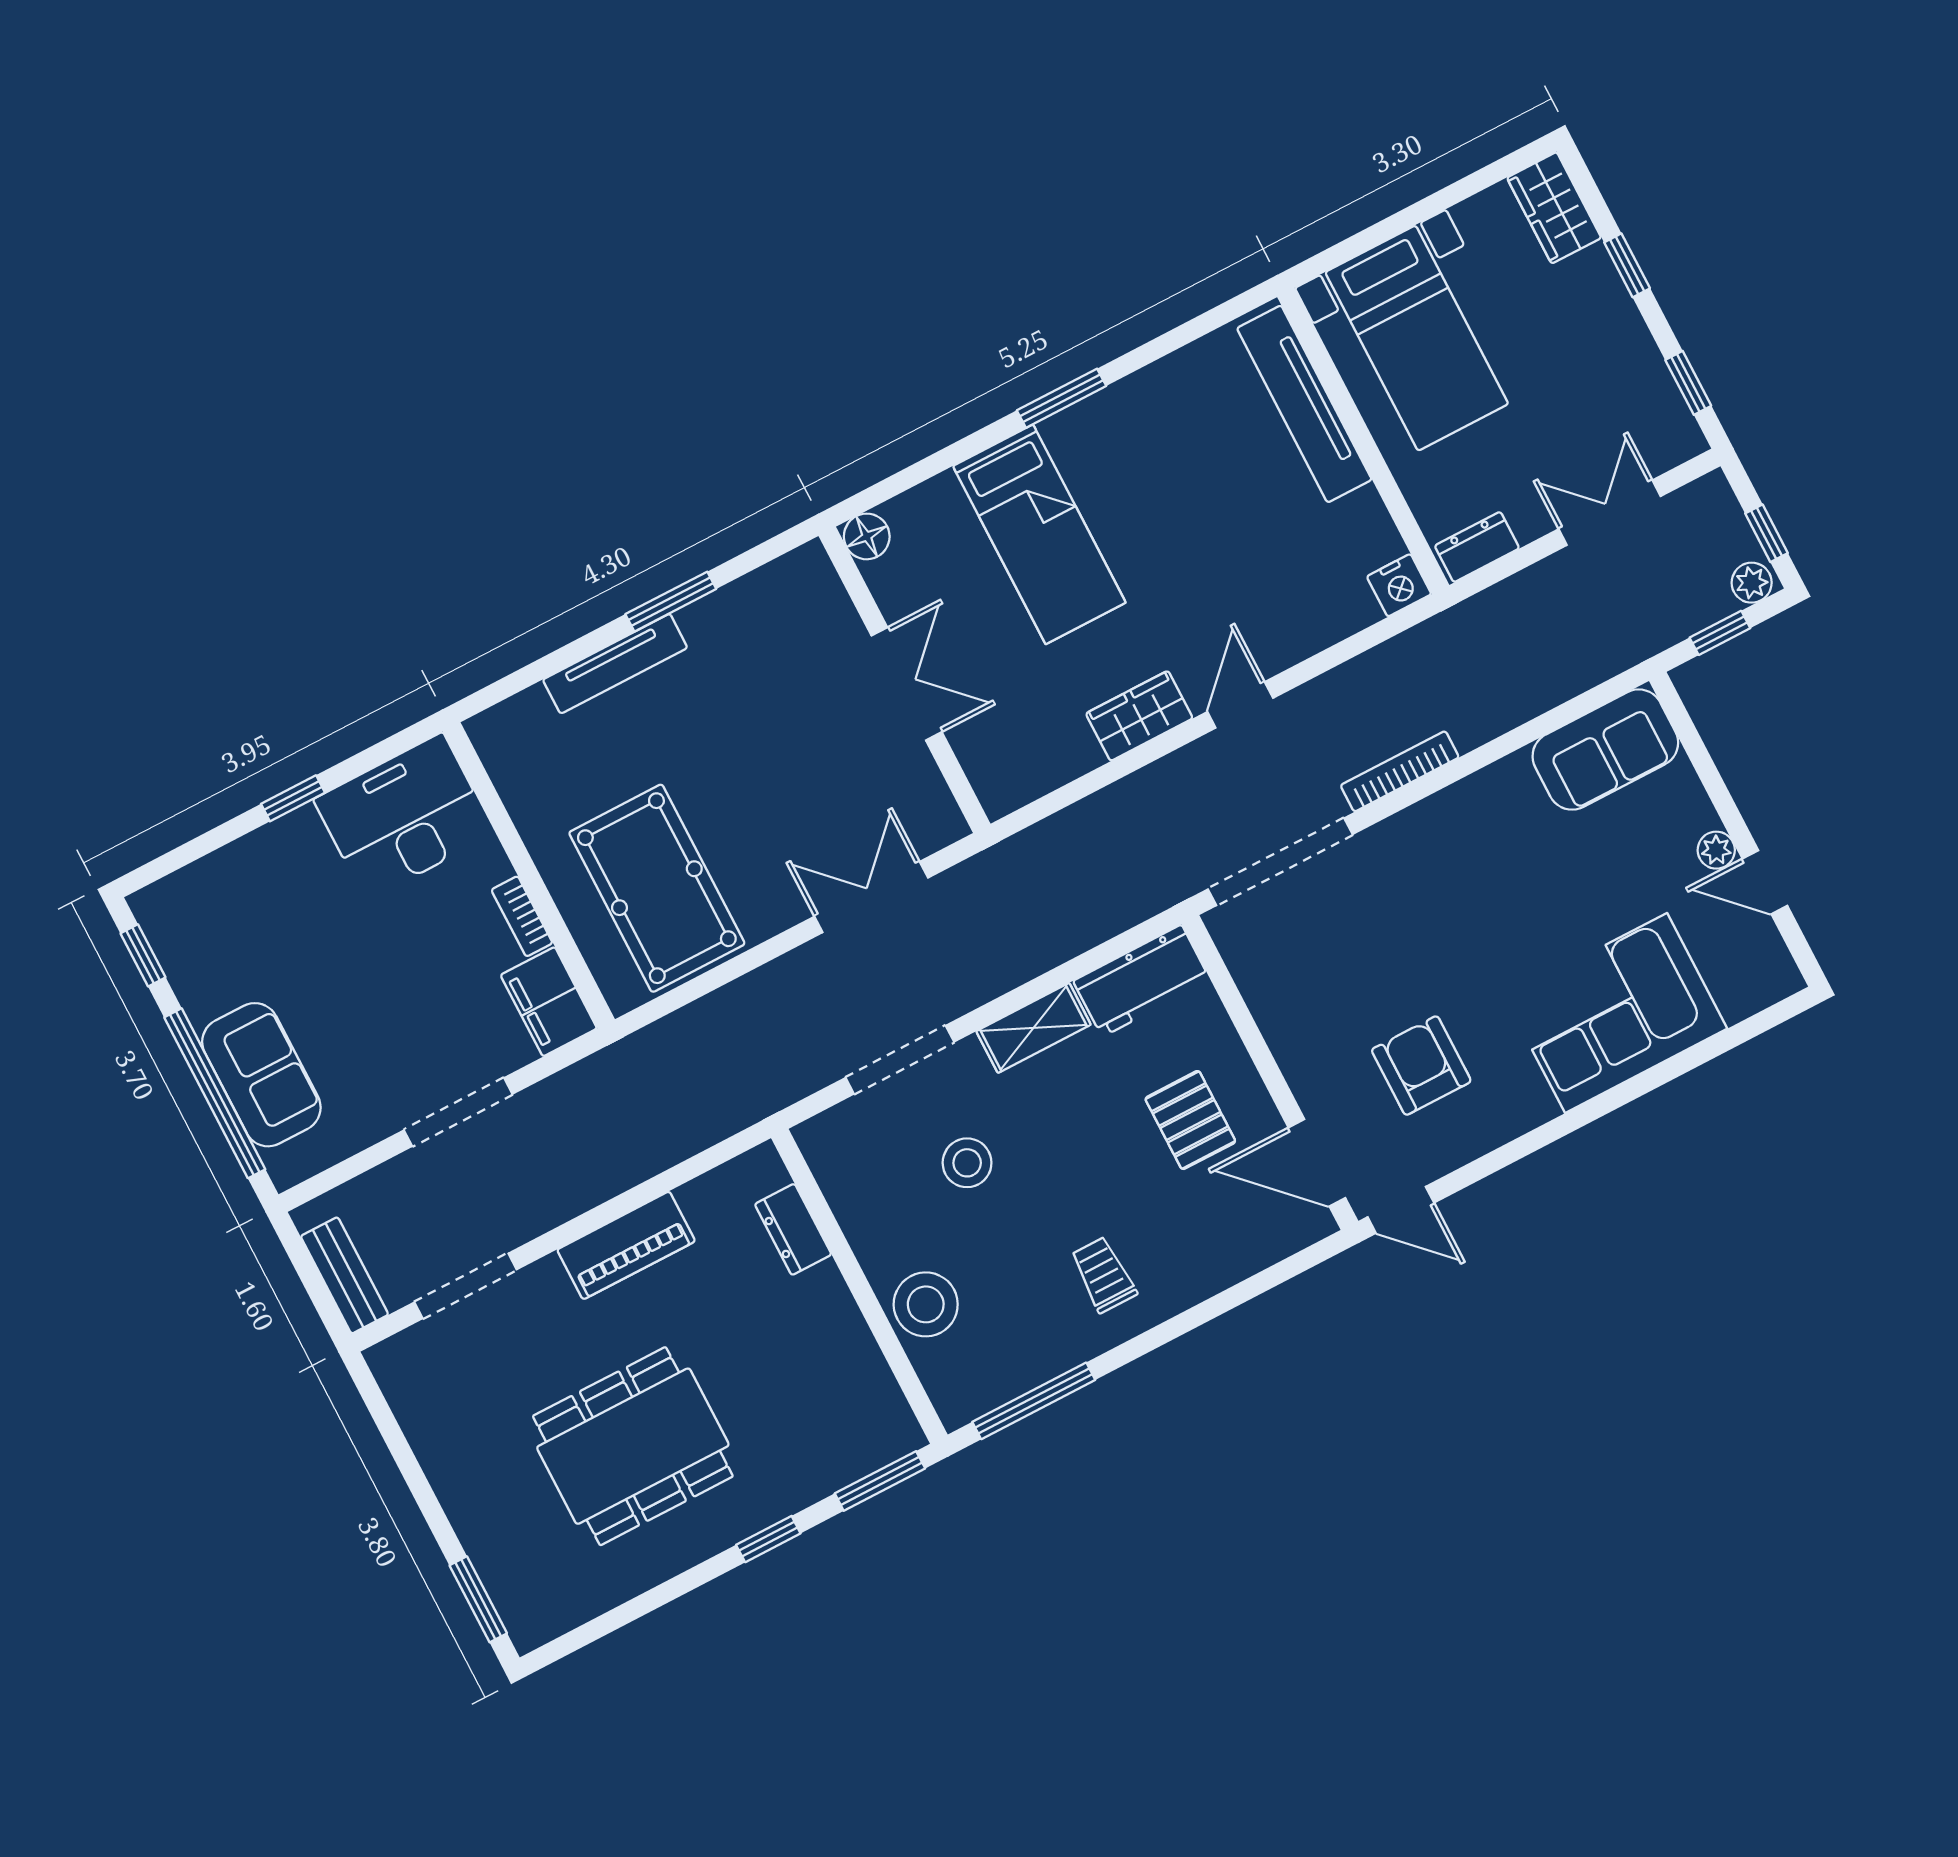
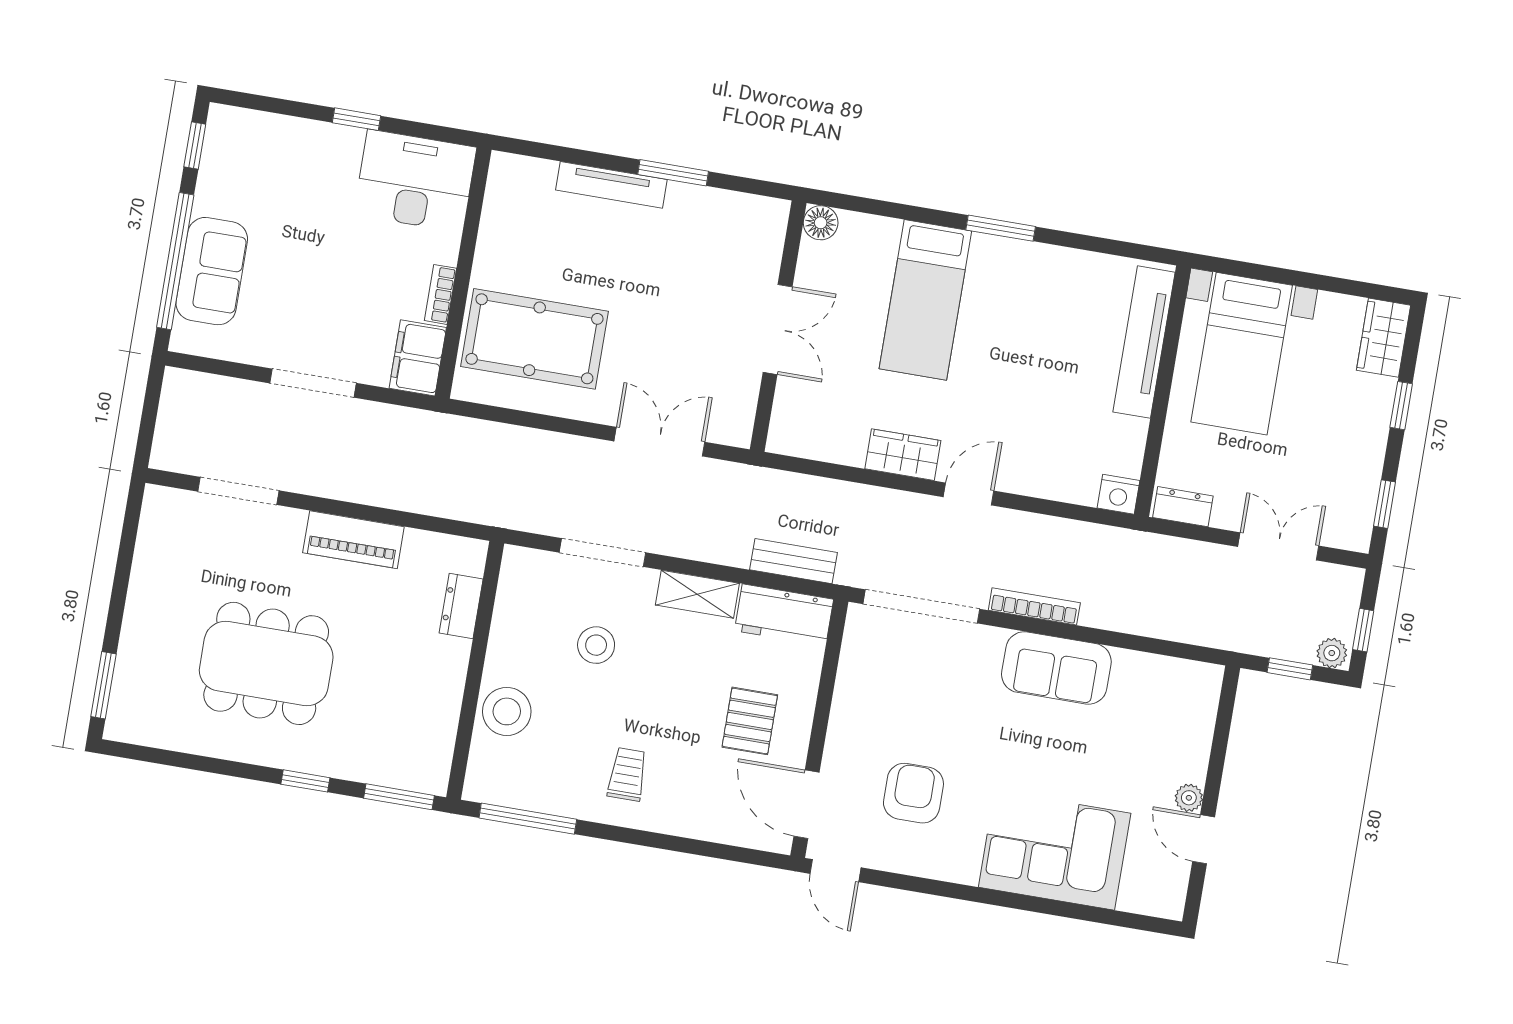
sofa: (1605, 750) -> (1056, 668), moved
pool table: (657, 888) -> (534, 339), turned 90
bench: (345, 1275) -> (794, 561), moved, turned 90

